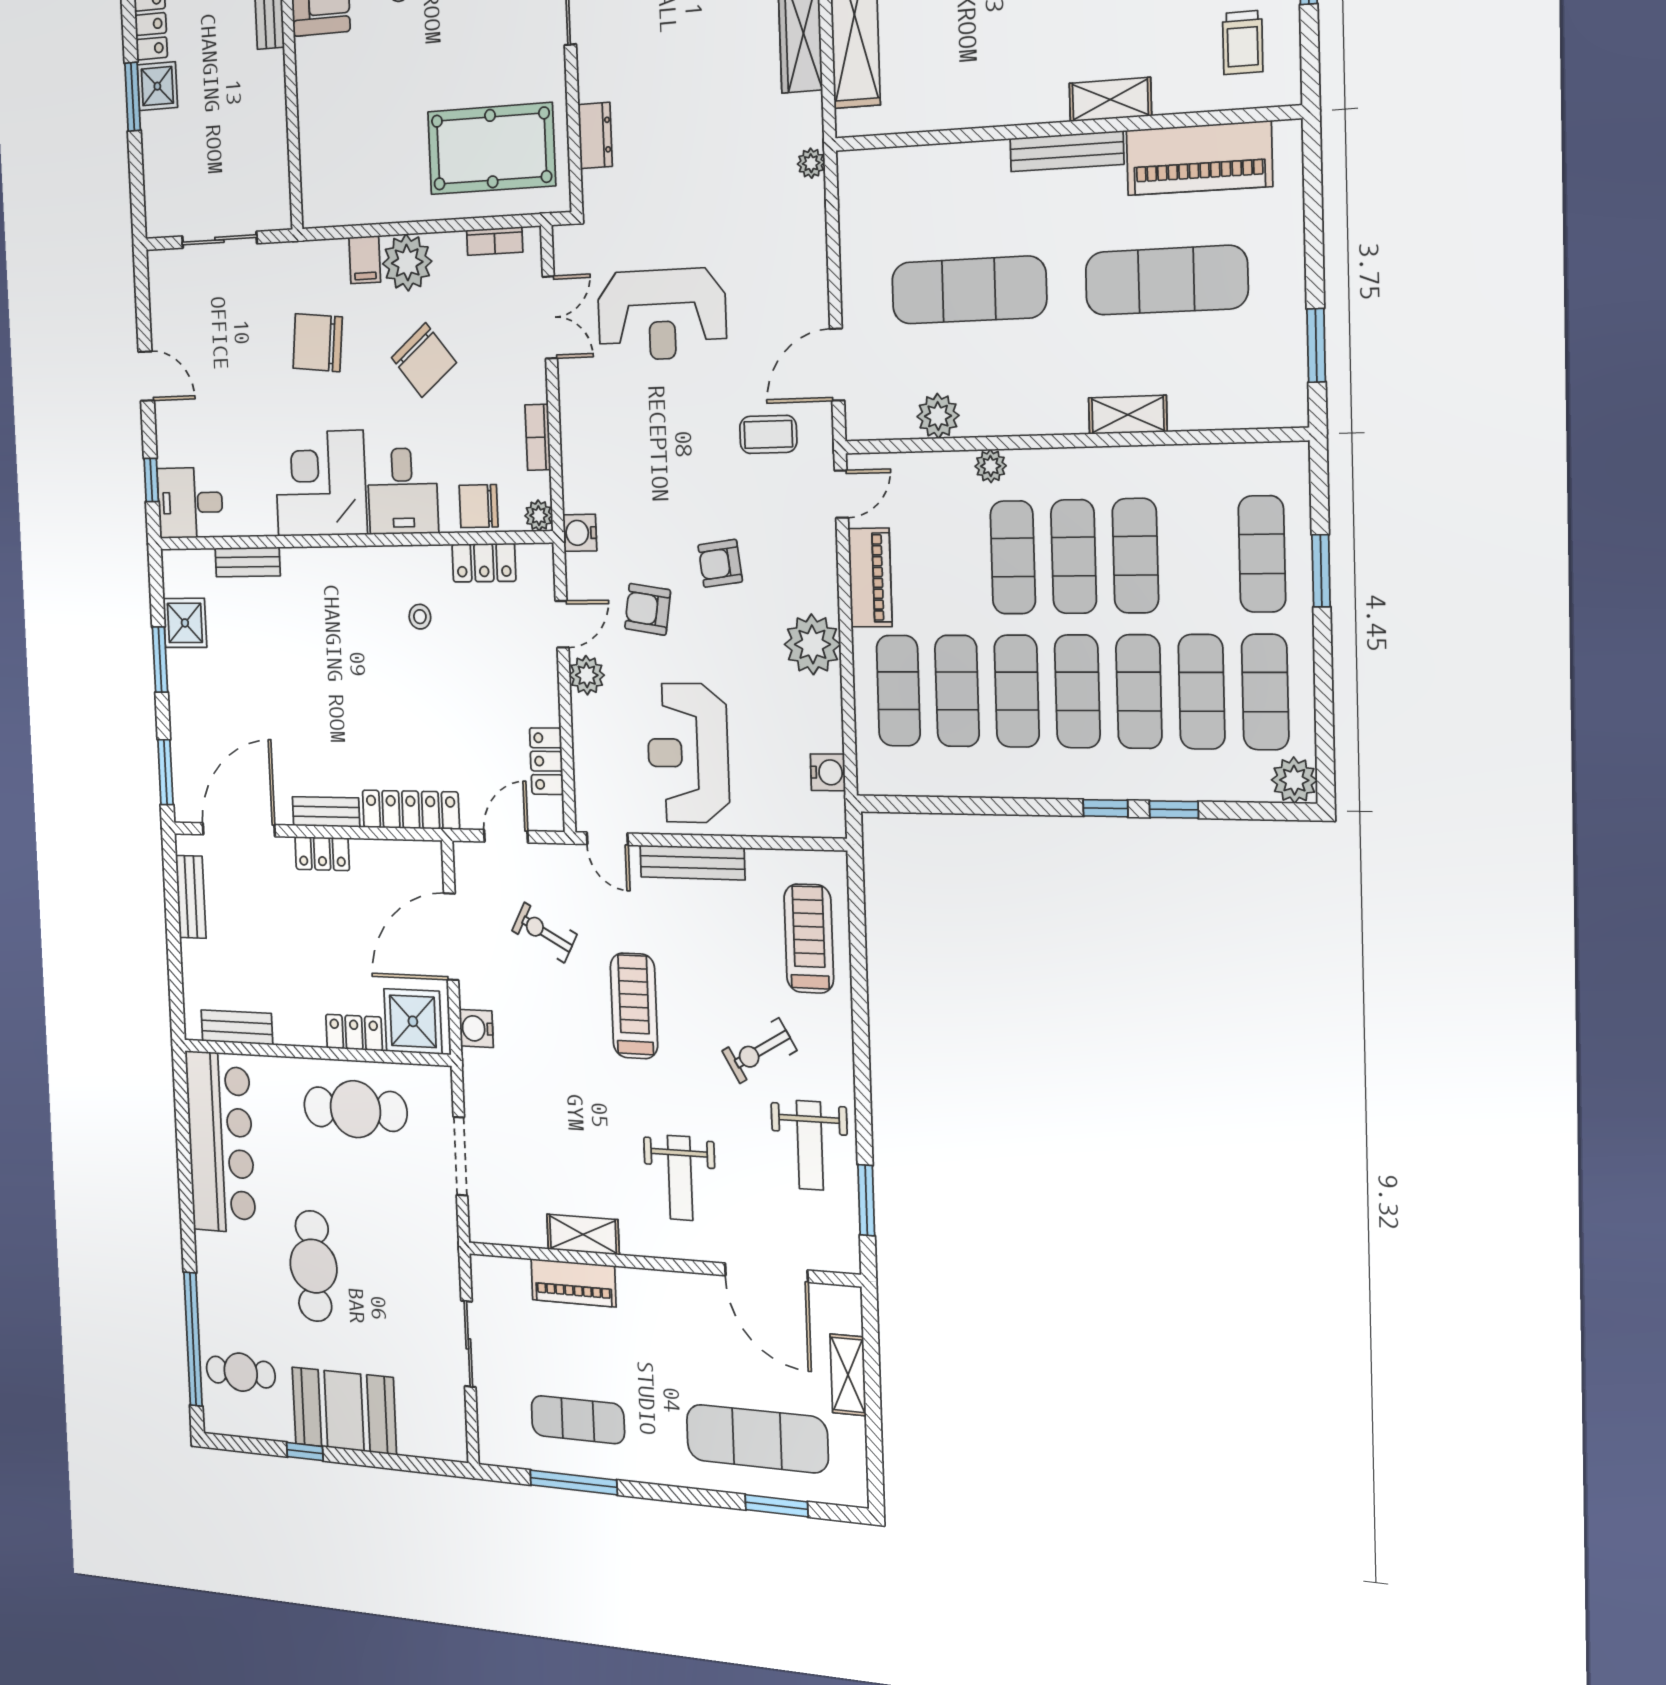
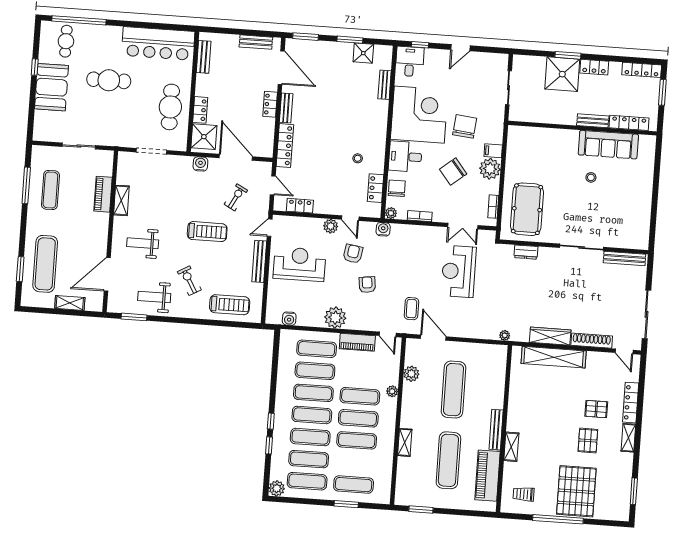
shower: (157, 86) -> (562, 74), width x1.86, depth x1.86
corner desk: (321, 483) -> (419, 115), width x1.36, depth x1.36

